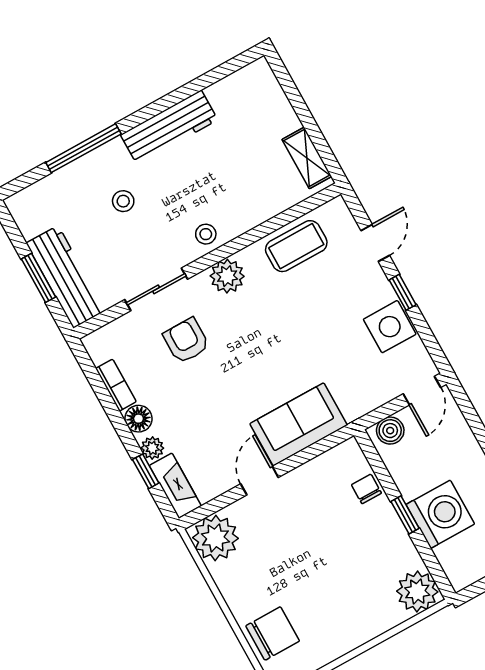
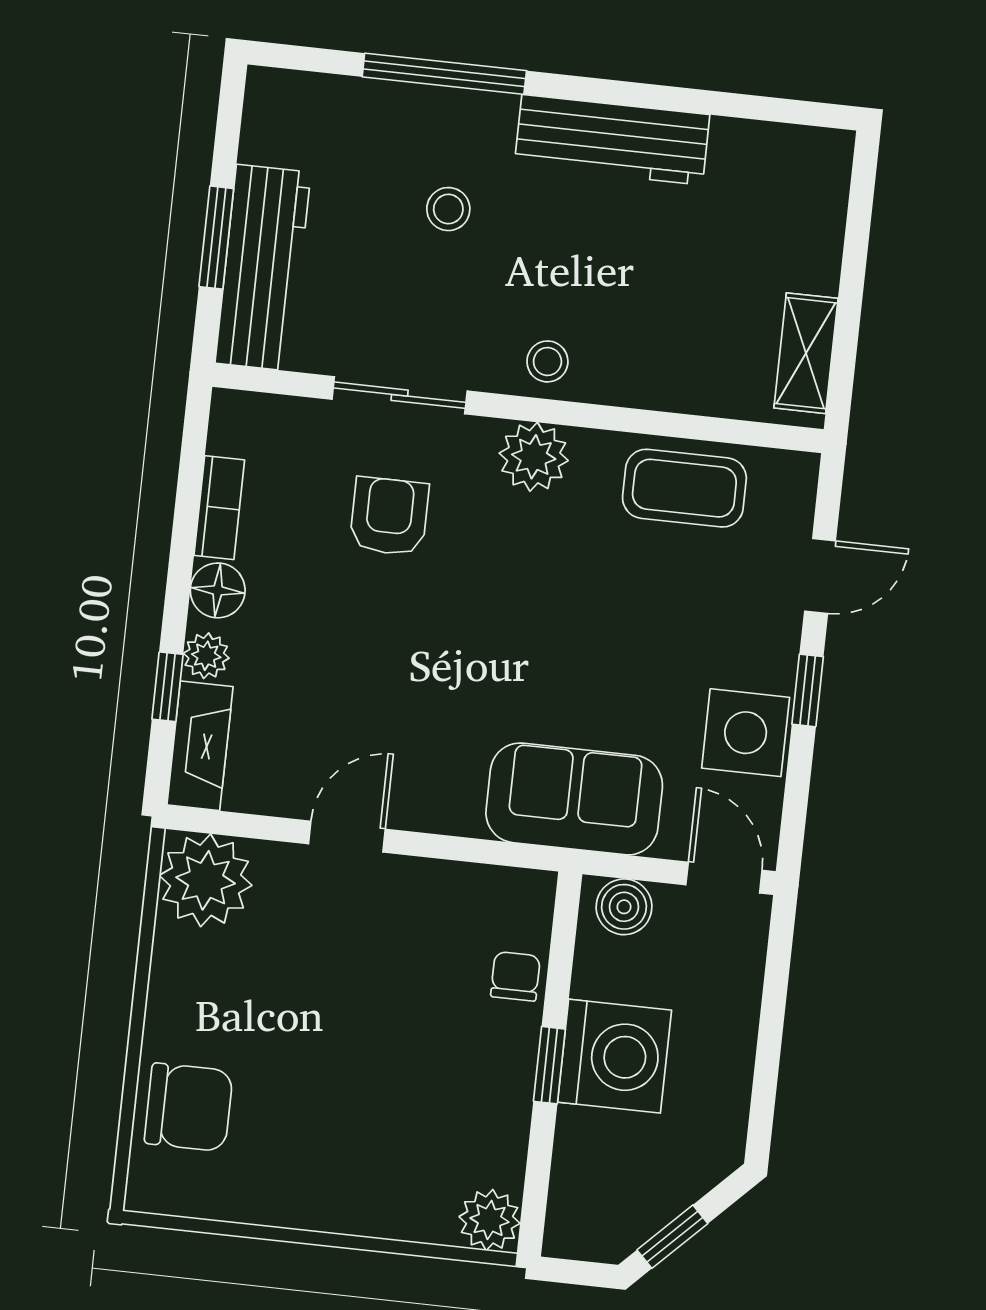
door: (422, 391) -> (724, 878), swing flipped
sofa: (298, 424) -> (574, 799), moved
washing machine: (440, 514) -> (615, 1056), moved
plant: (417, 592) -> (490, 1220), width x0.73, depth x0.73

